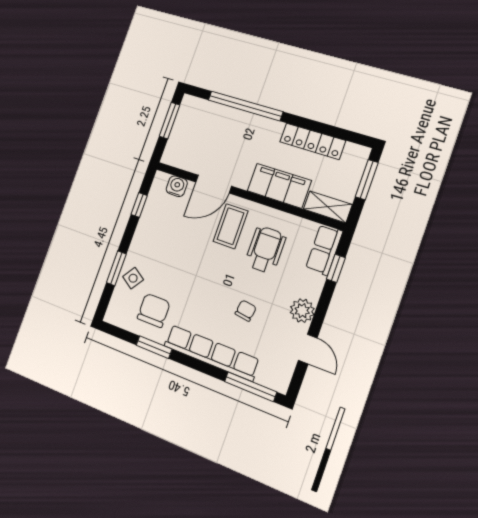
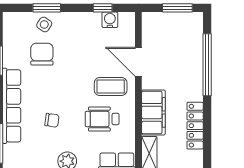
water cooler: (177, 186) -> (110, 20), moved, turned -90
wheelchair: (265, 250) -> (102, 119), turned 180
chair: (154, 310) -> (42, 54), moved, turned -90

